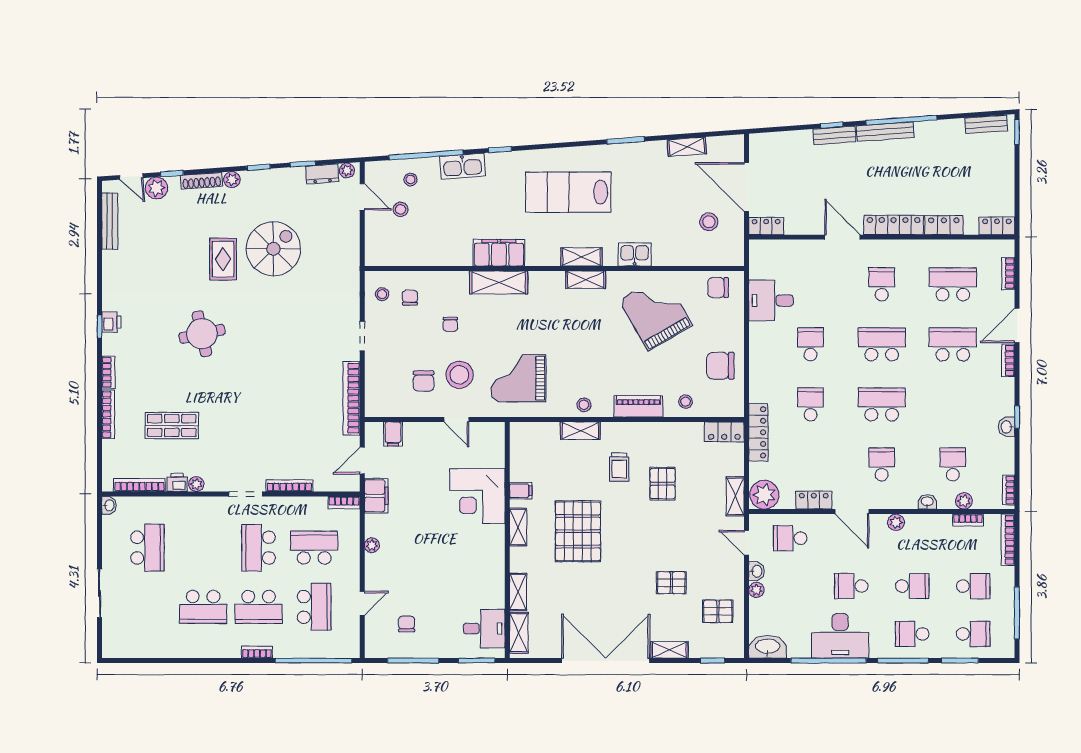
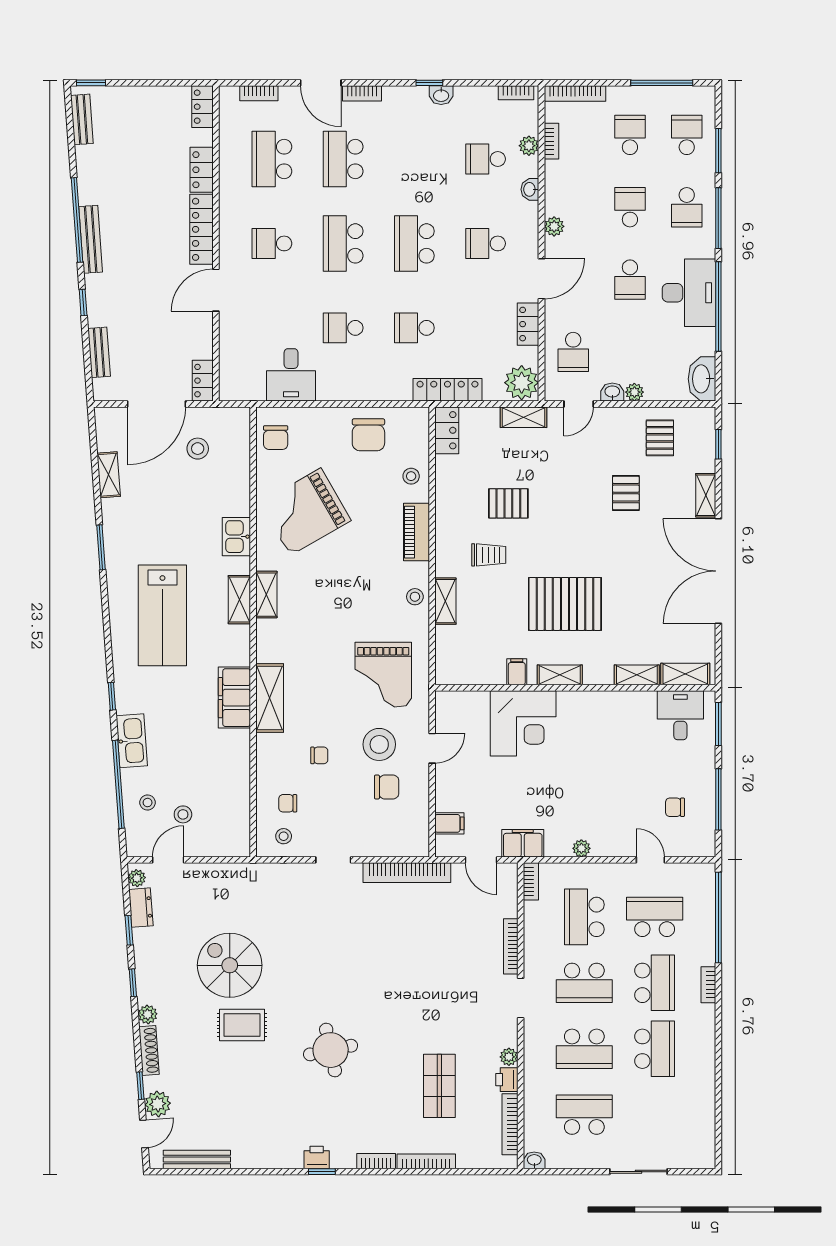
bench: (835, 135) -> (99, 352), moved
school desk: (203, 548) -> (584, 1049), added

